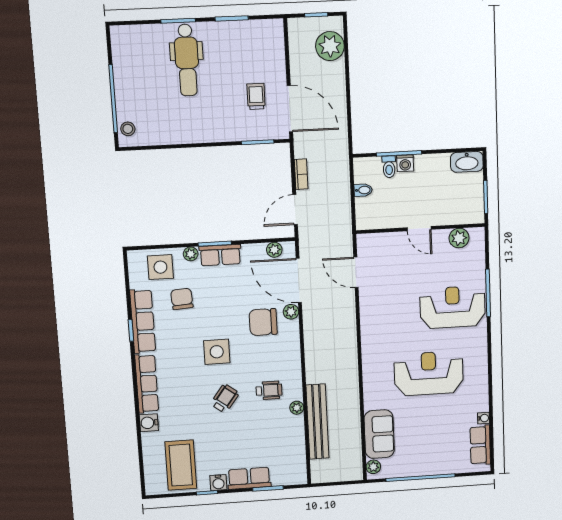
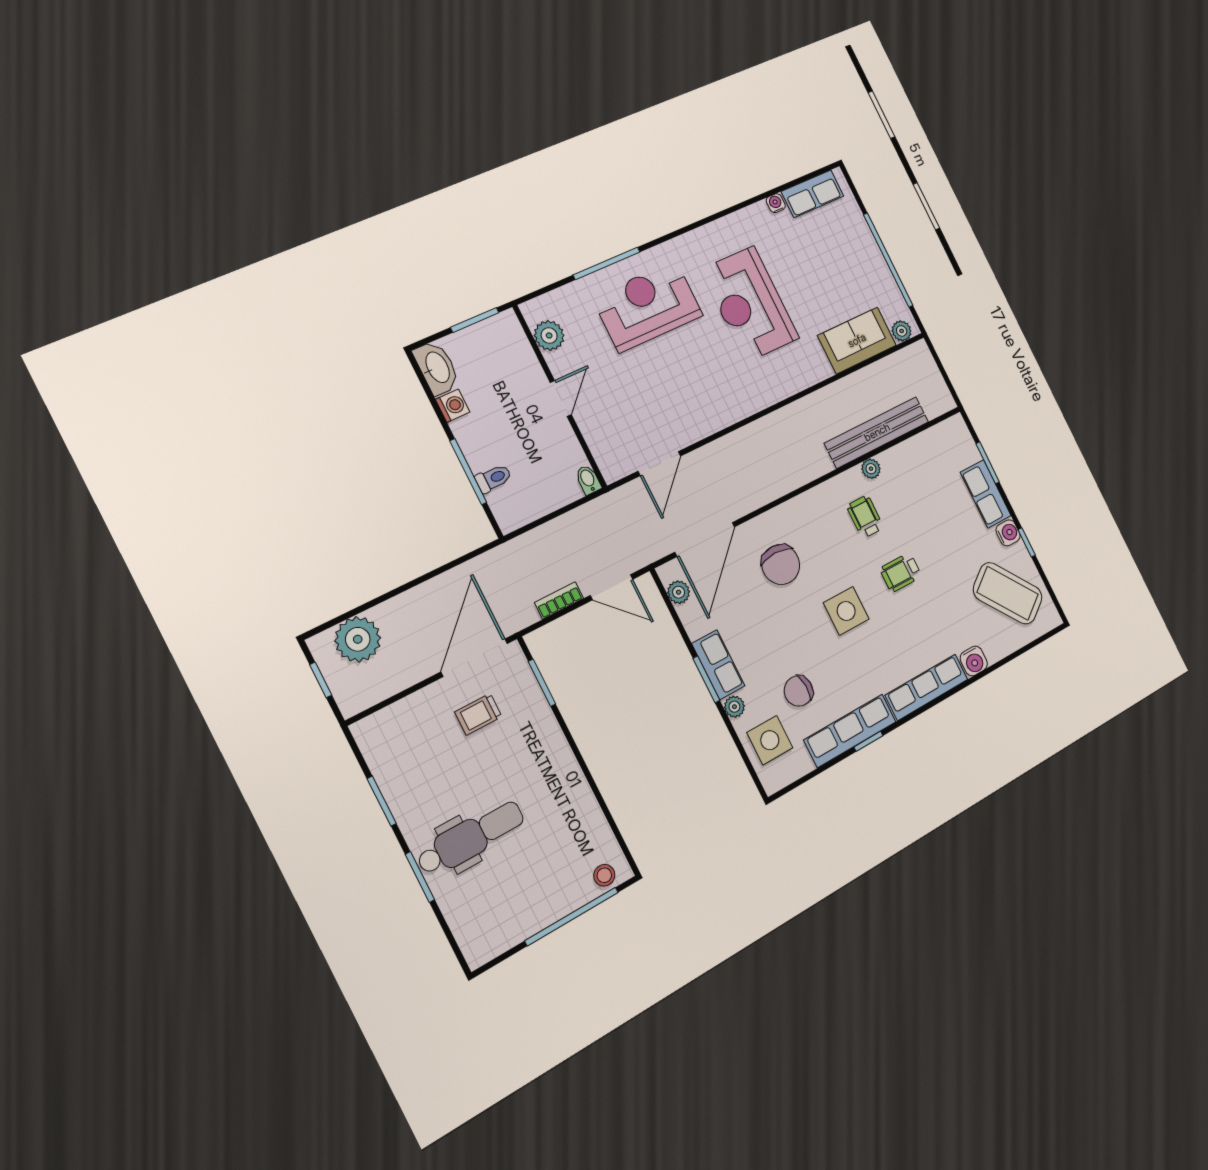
washing machine: (405, 163) -> (453, 406), moved
bidet: (363, 190) -> (588, 480), moved
reception desk: (453, 307) -> (648, 306), turned 90
plant: (291, 312) -> (751, 532), removed
wheelchair: (225, 398) -> (901, 573), turned -37
coffee table: (181, 465) -> (1008, 593), turned 53

